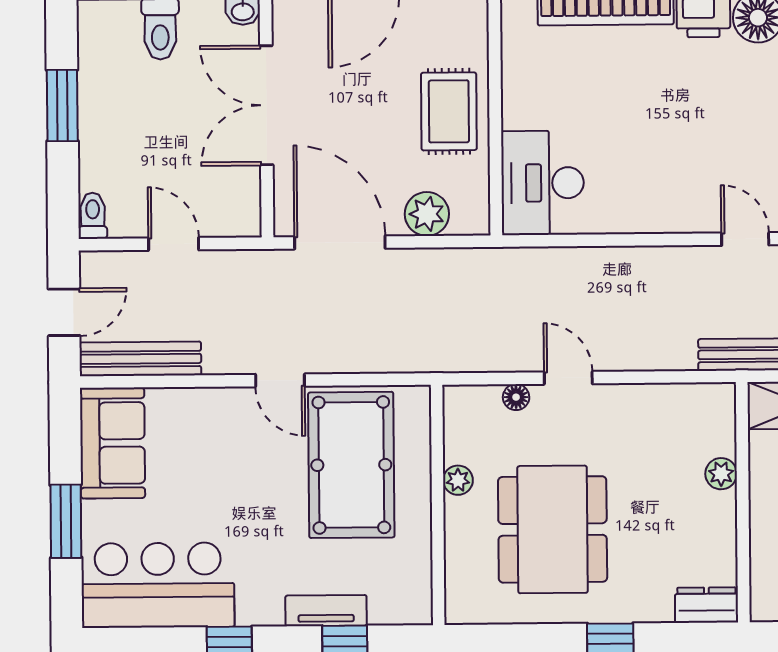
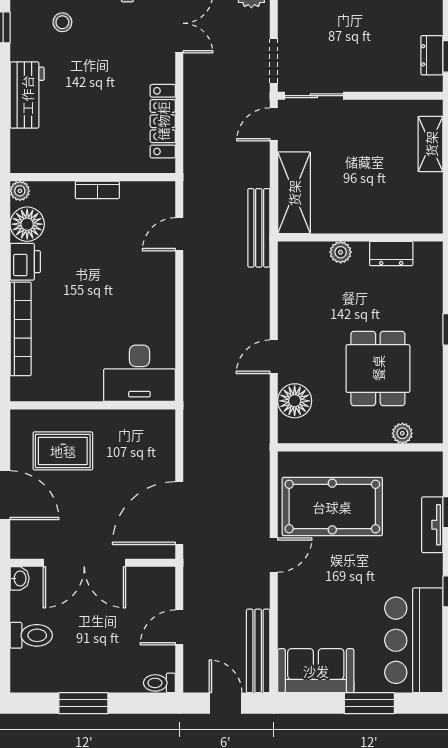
rug: (449, 111) -> (63, 451), moved
plant: (427, 214) -> (160, 453), removed
floor lamp: (516, 397) -> (295, 401), width x1.89, depth x1.89
plant: (458, 480) -> (402, 433), moved
dining table: (553, 529) -> (378, 368), width x0.73
dresser: (707, 605) -> (391, 254), moved, turned -90

